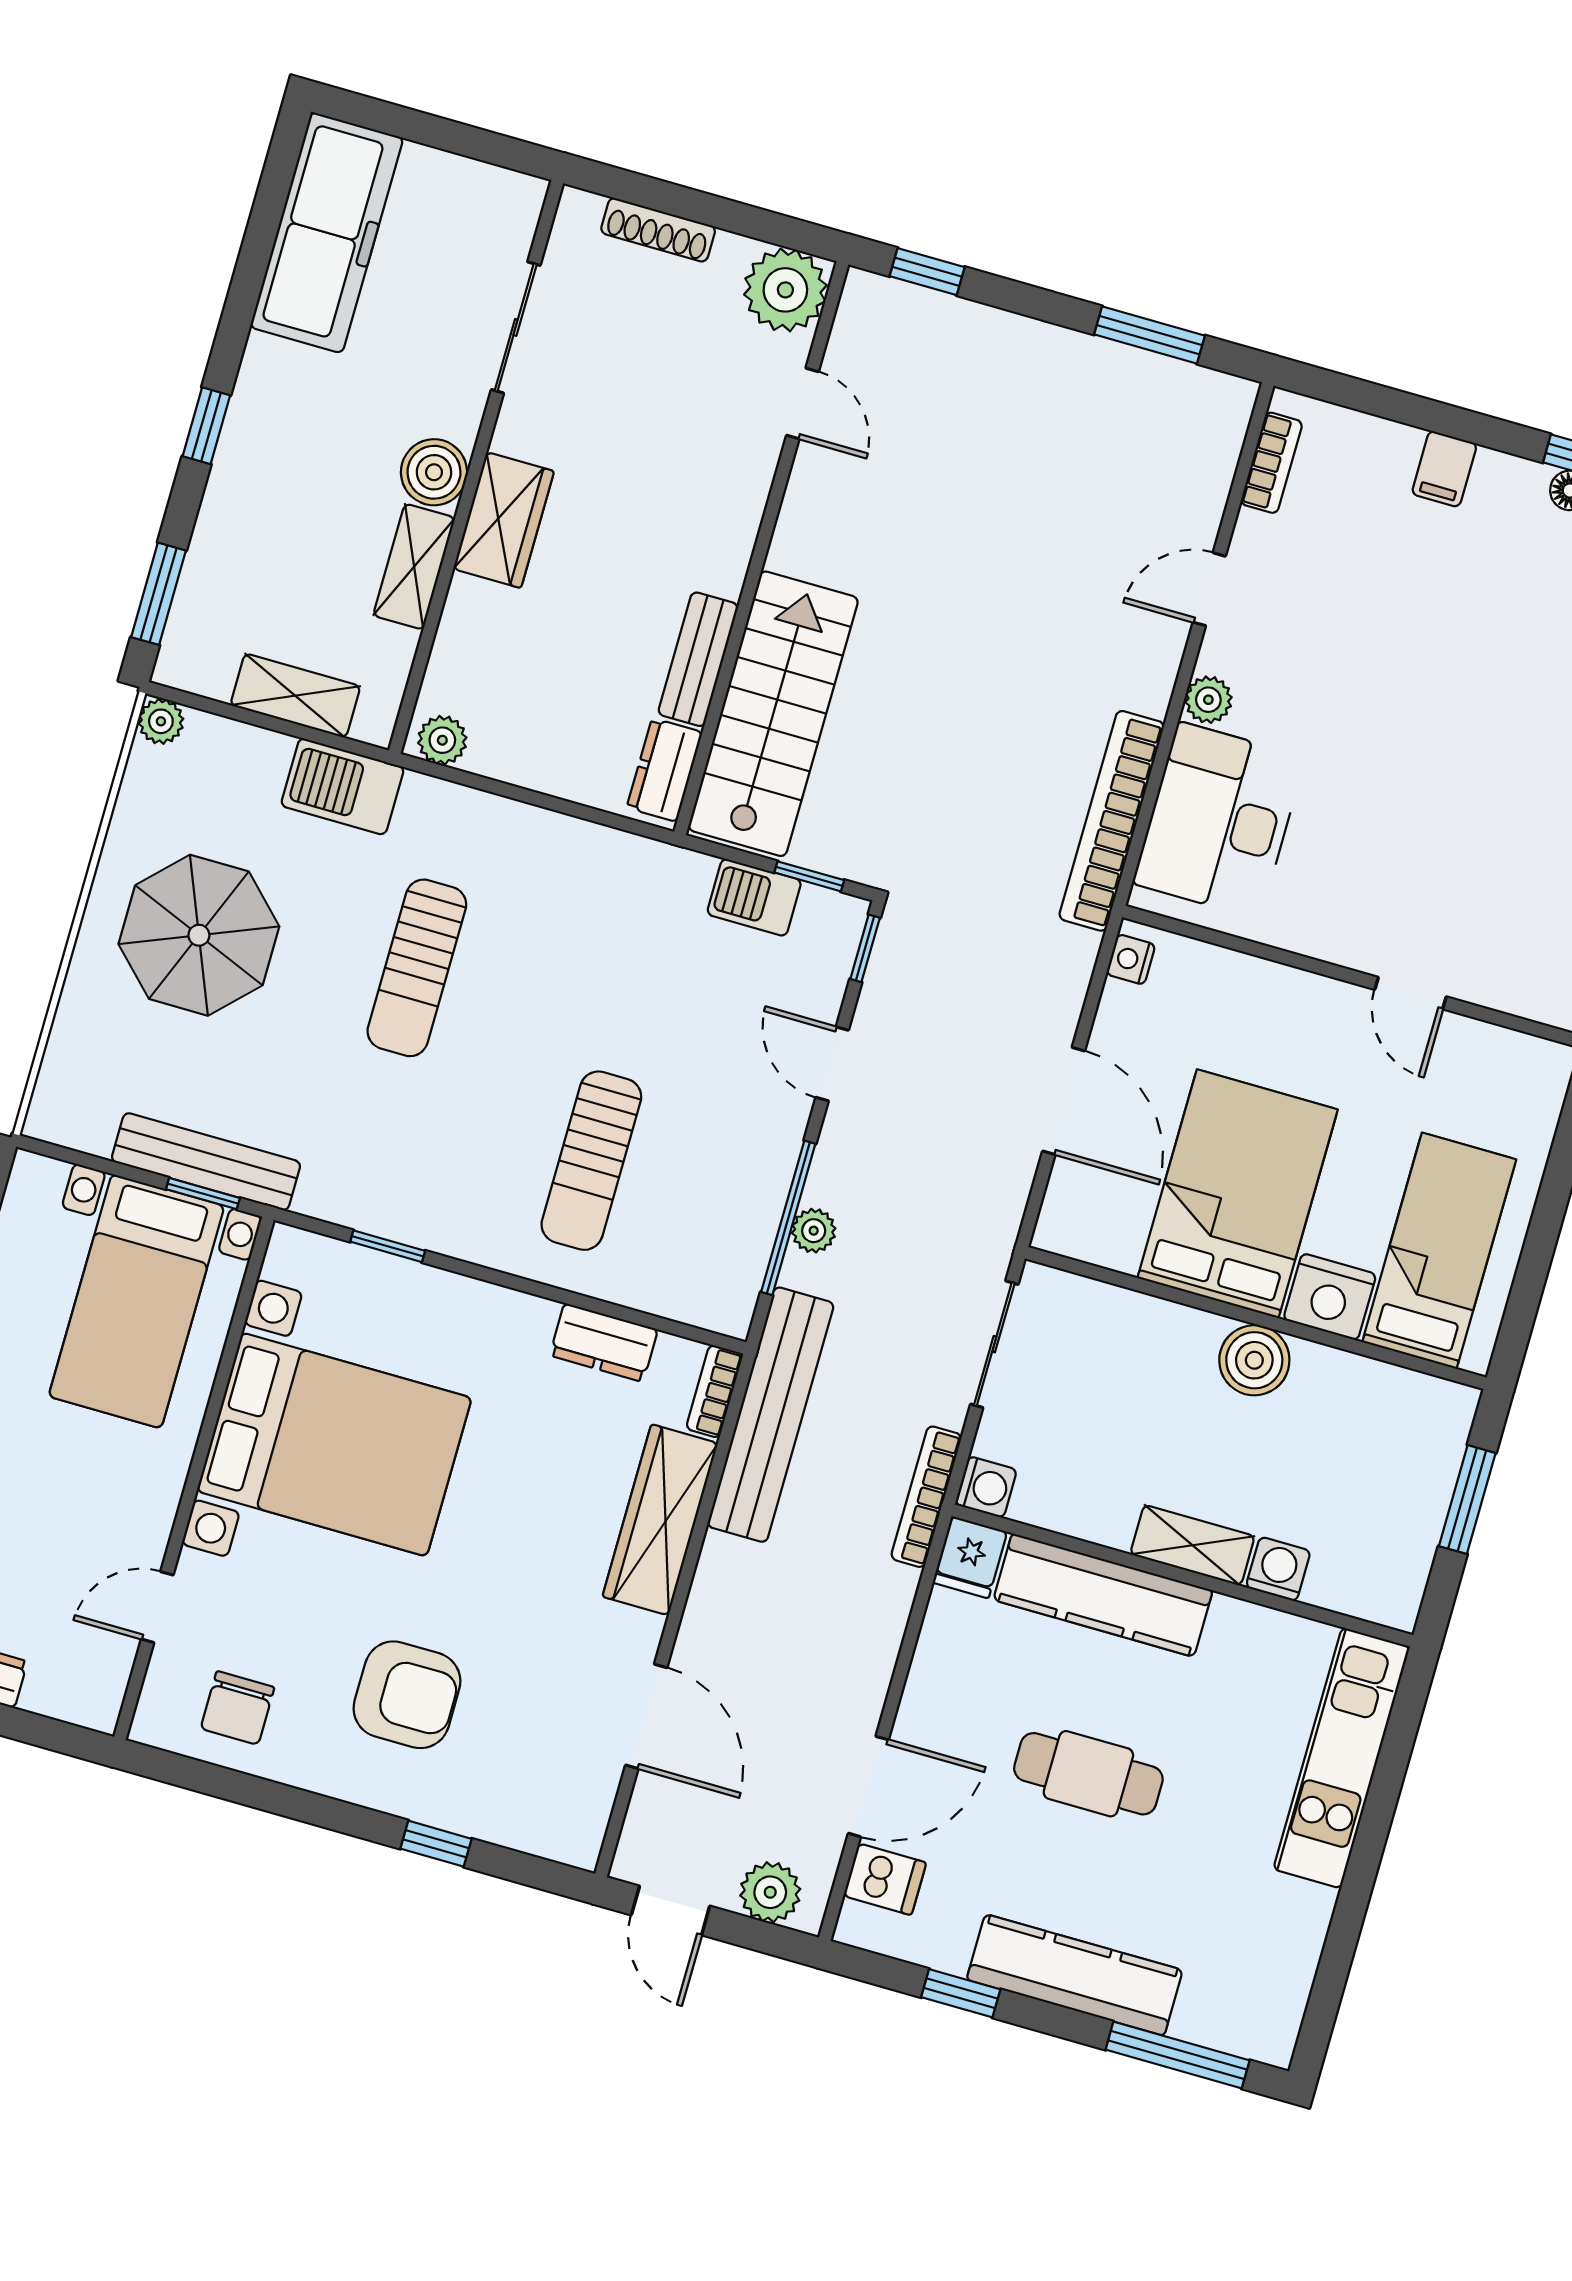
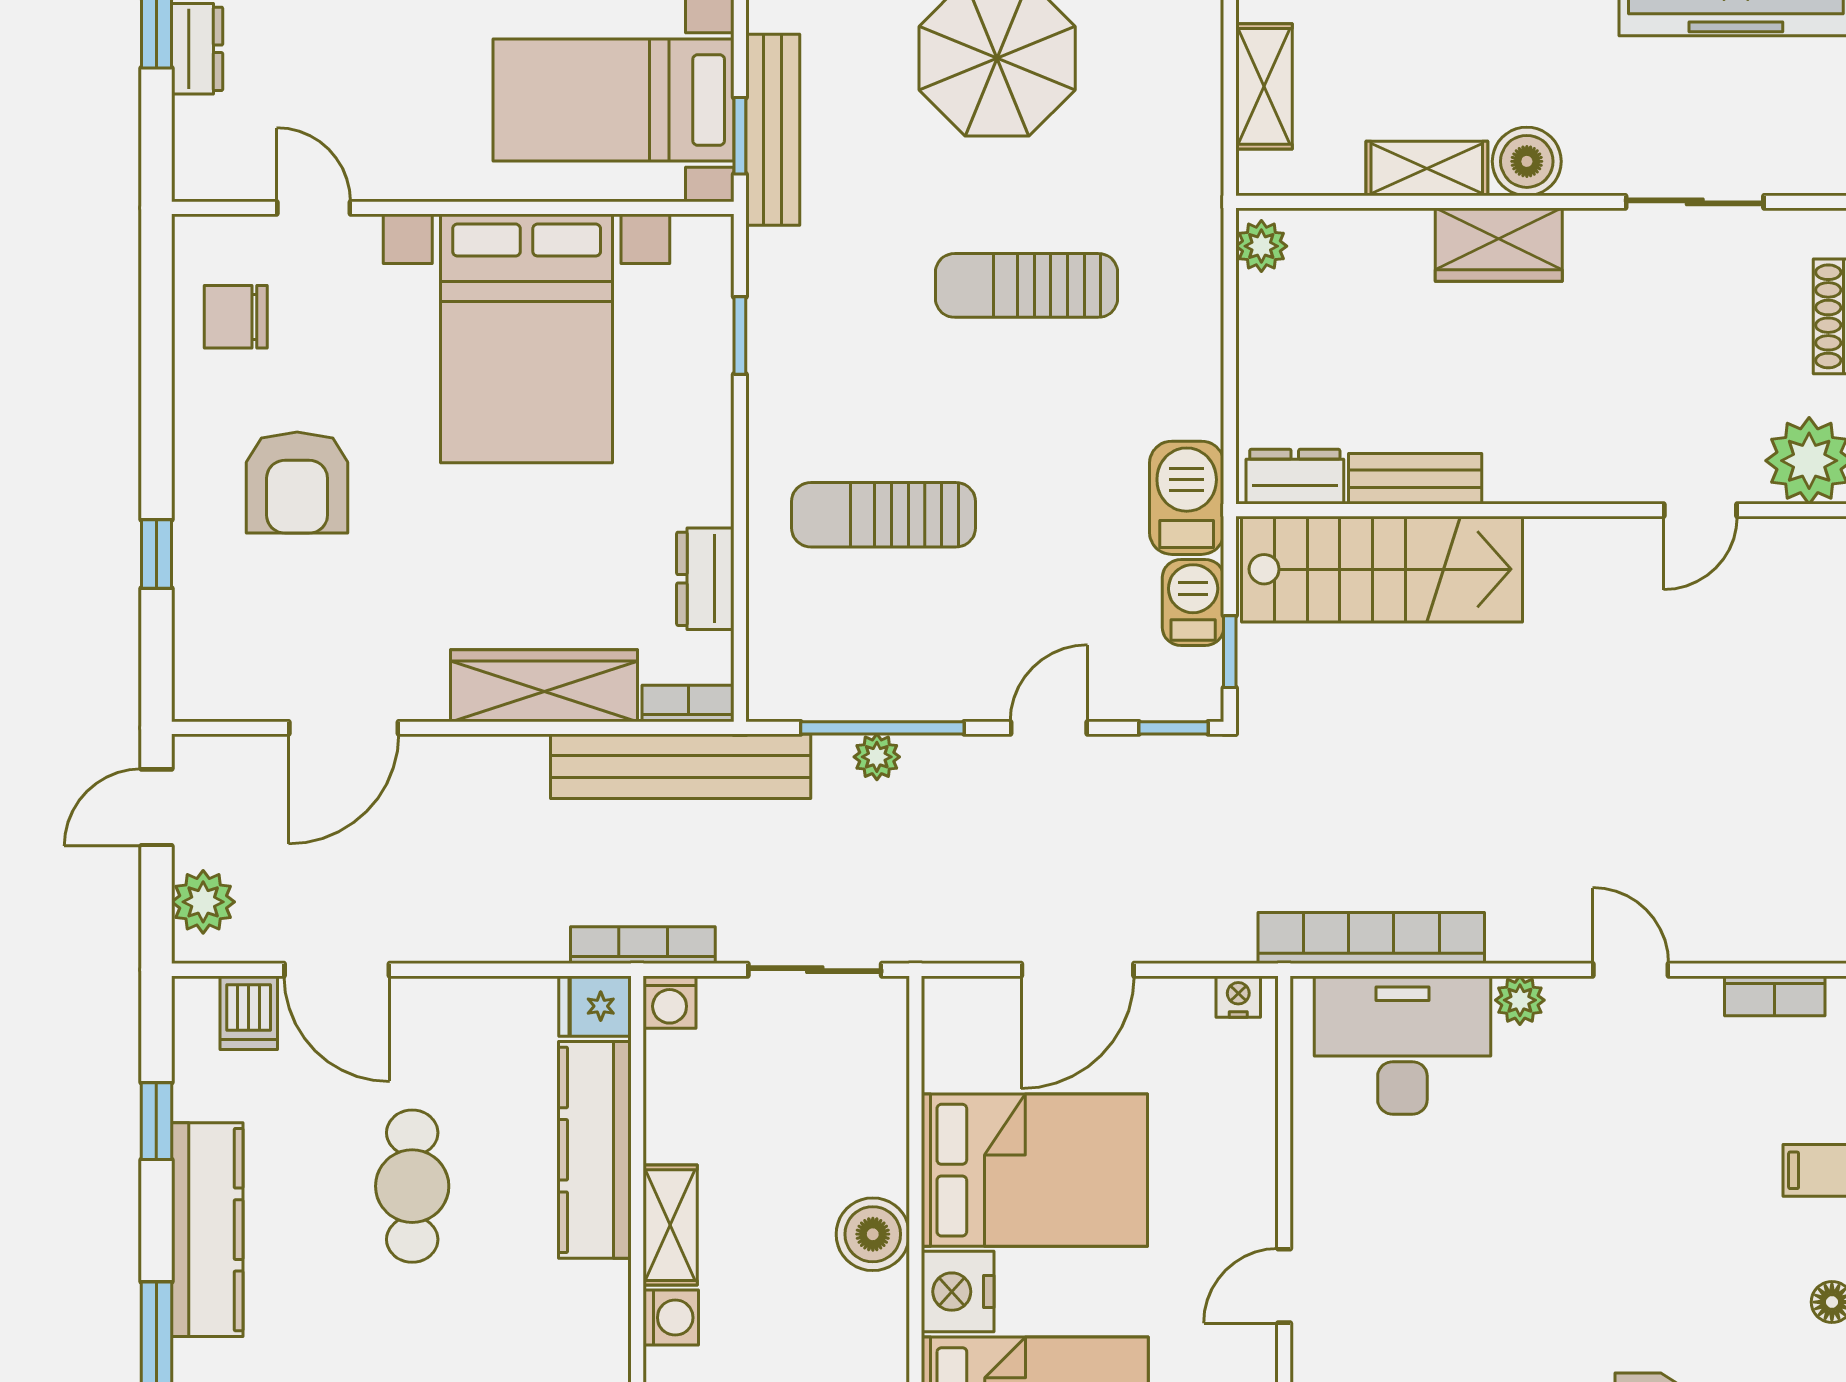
barbecue: (342, 786) -> (1187, 498), moved

